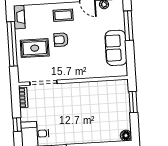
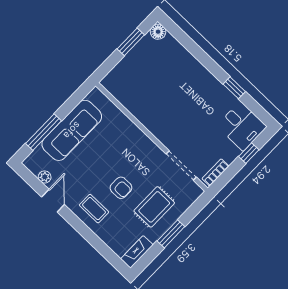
window: (12, 44) -> (171, 234), width x0.47
rug: (35, 48) -> (154, 207), turned 90
sofa: (116, 48) -> (72, 130), width x1.36
window: (133, 102) -> (131, 42), moved

